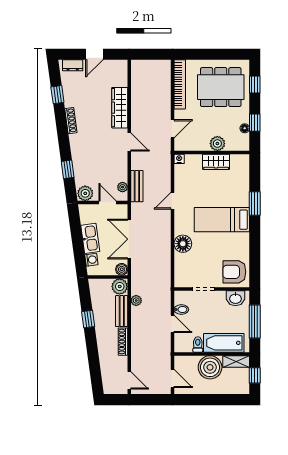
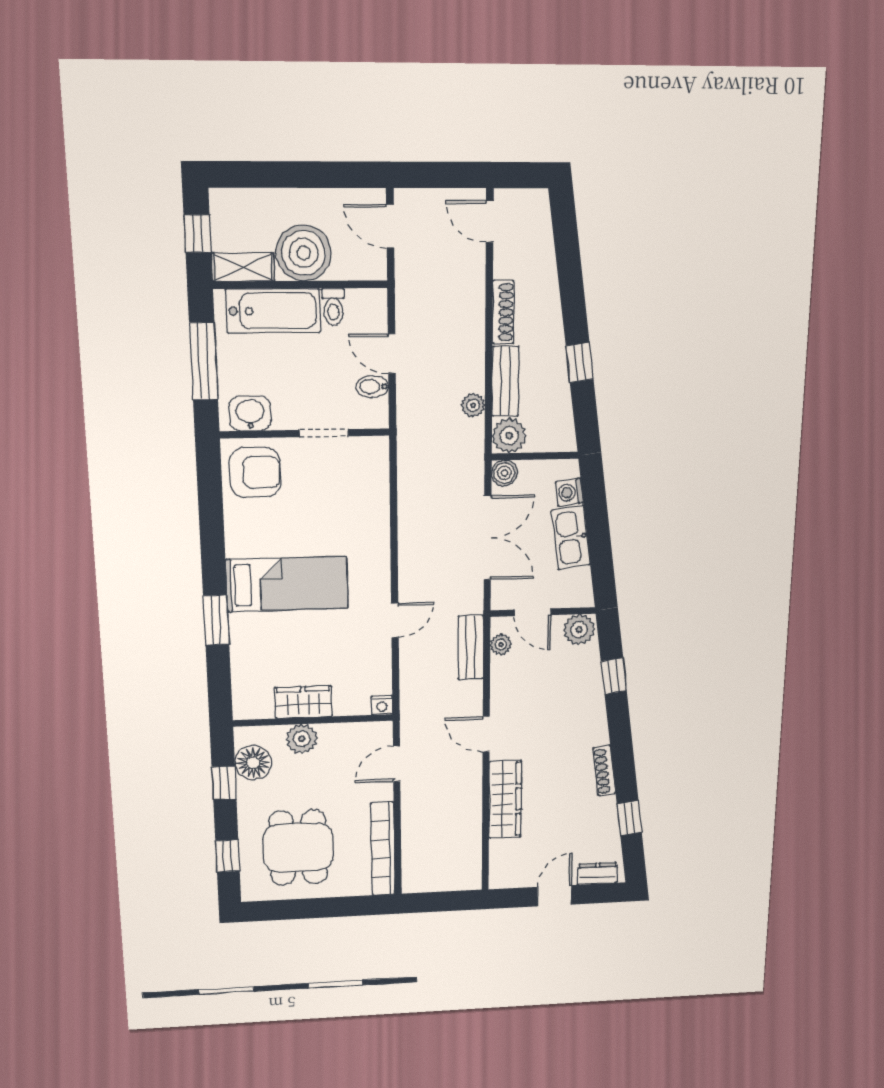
dining table: (221, 87) -> (298, 848), width x0.73
floor lamp: (245, 128) -> (253, 763), width x1.89, depth x1.89
floor lamp: (183, 244) -> (371, 531), removed

